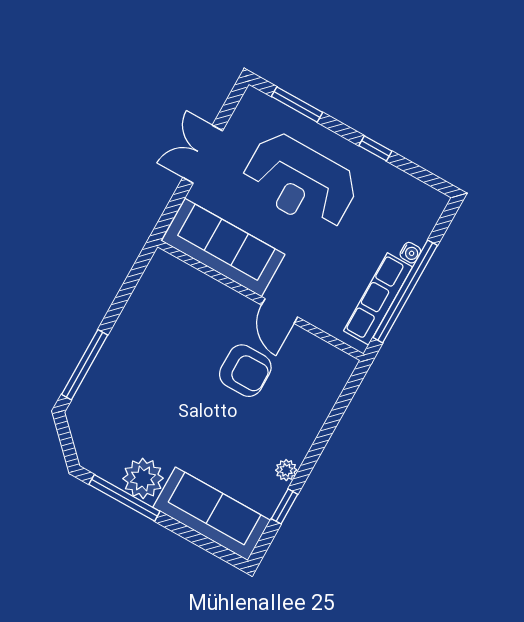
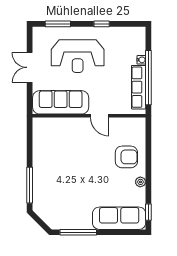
armchair: (245, 371) -> (126, 157), moved
plant: (143, 478) -> (82, 220), removed
window: (285, 506) -> (148, 212), moved

